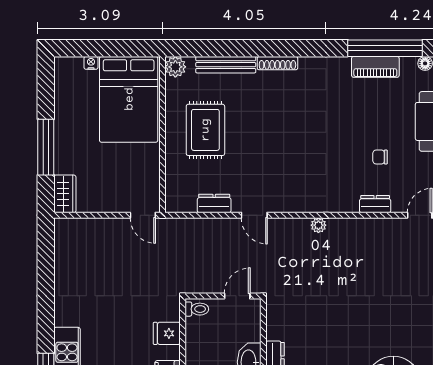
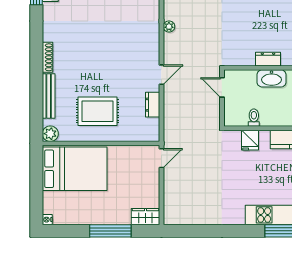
nightstand: (91, 63) -> (47, 220), moved
toilet: (197, 309) -> (254, 118), moved

